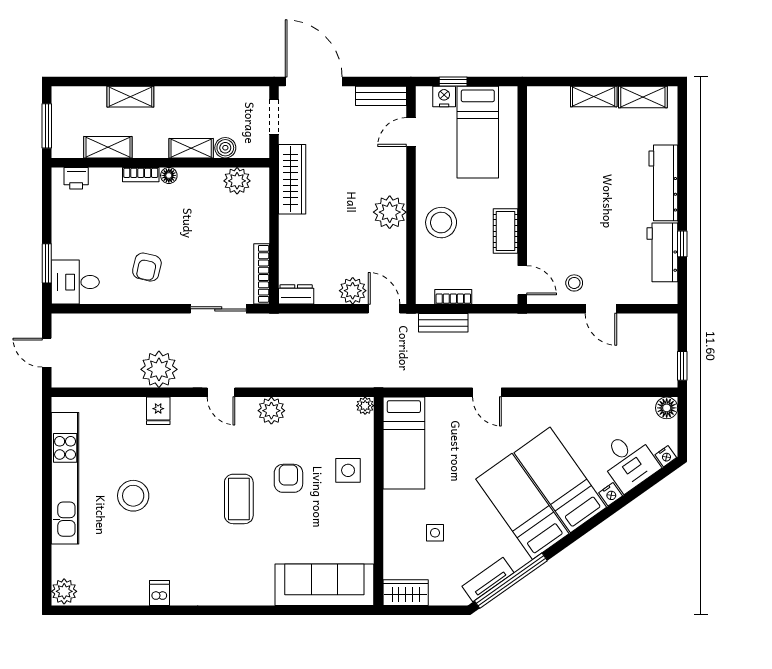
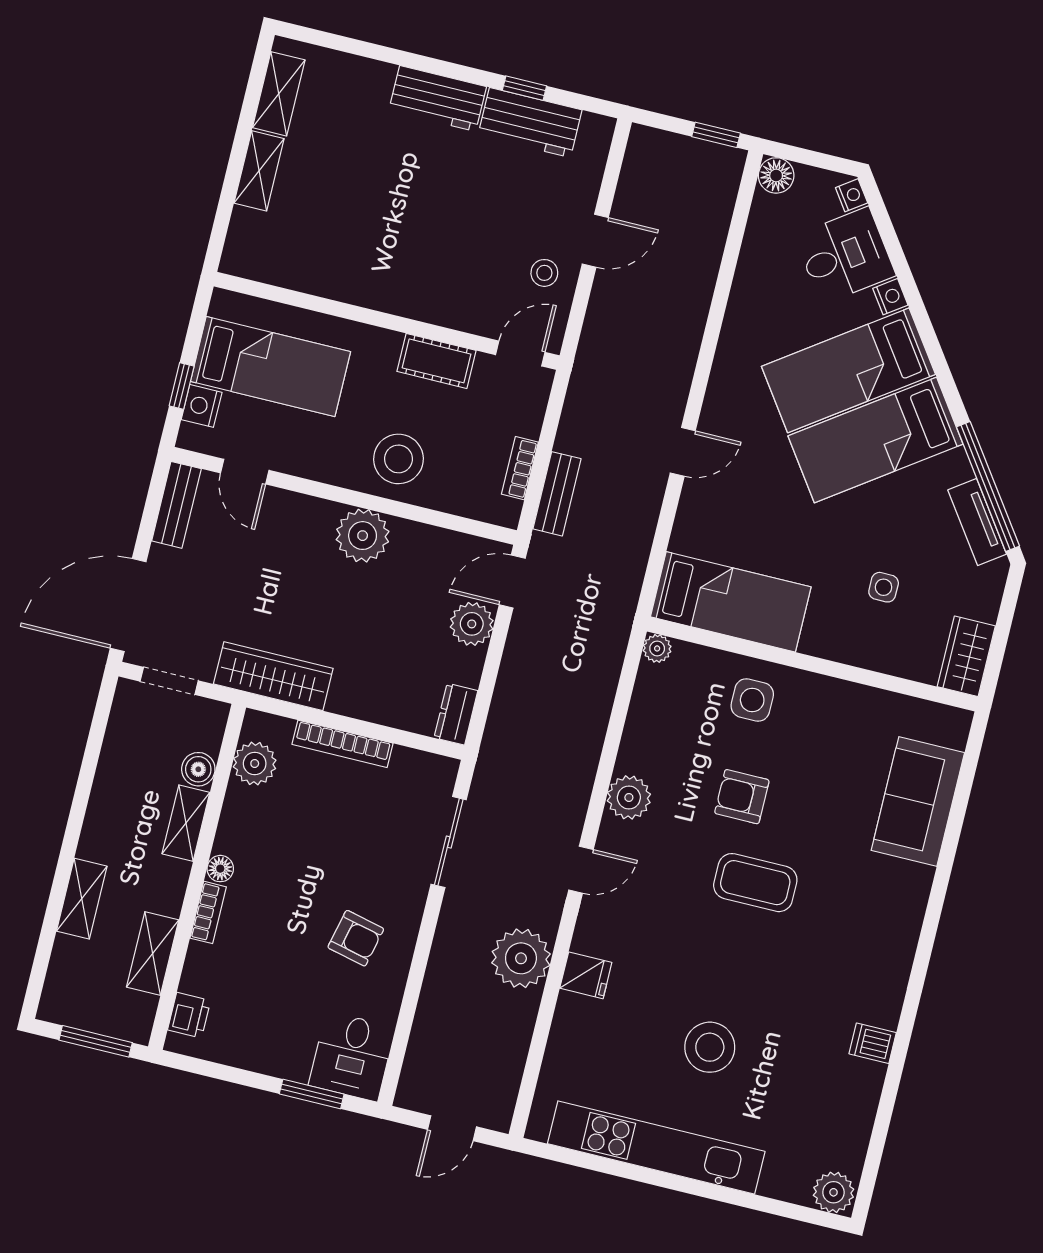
workbench: (663, 183) -> (438, 98), width x0.73
bookcase: (262, 274) -> (343, 744), moved
sofa: (324, 585) -> (918, 802), width x0.73

